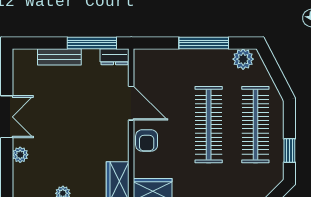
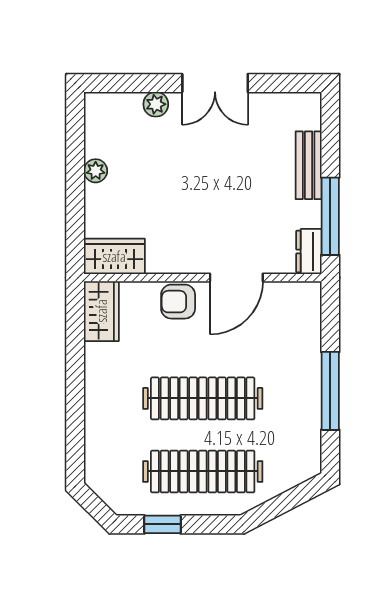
plant: (243, 59) -> (305, 452), removed

